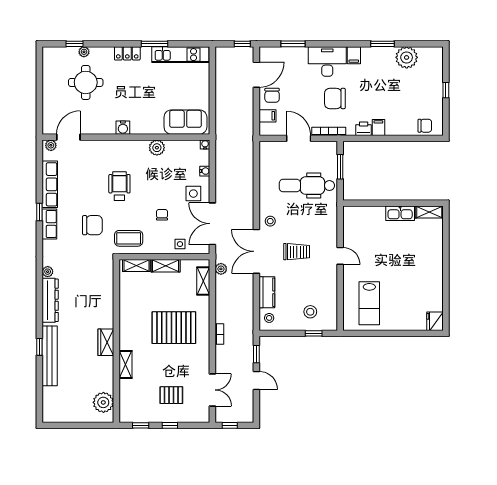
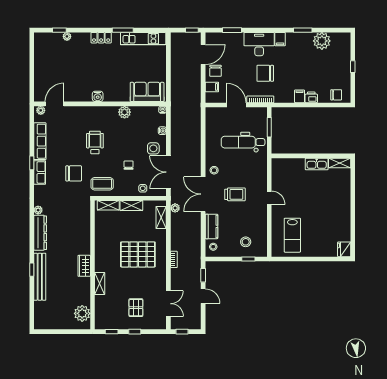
round table: (86, 82) -> (68, 61), removed
printer: (364, 129) -> (311, 97), moved
pallet: (171, 395) -> (136, 308), turned 90

